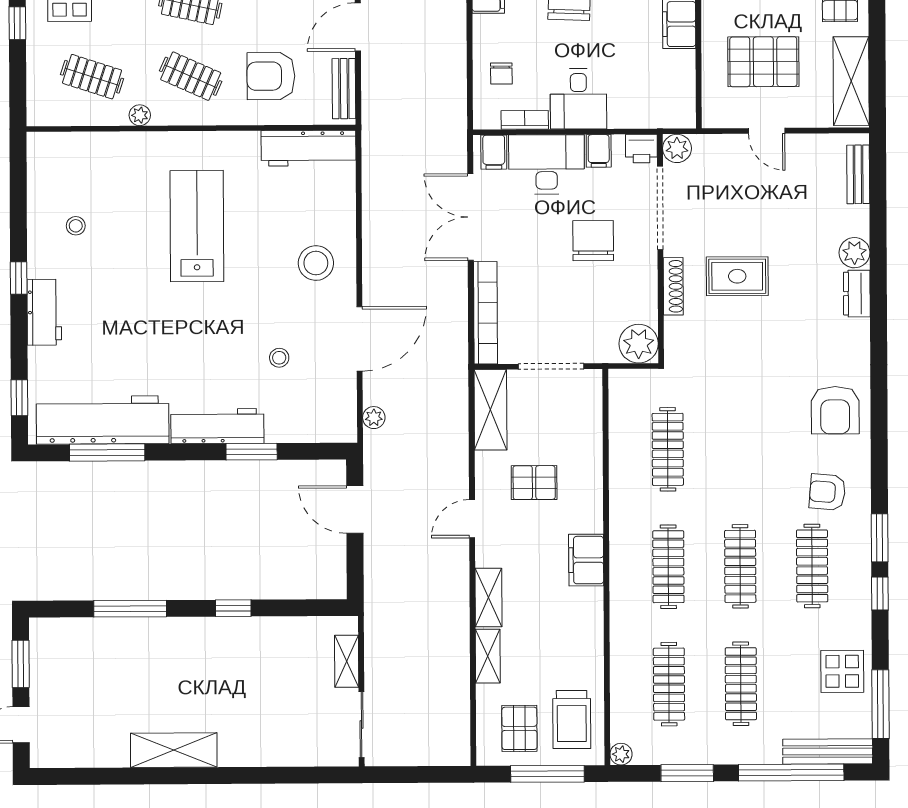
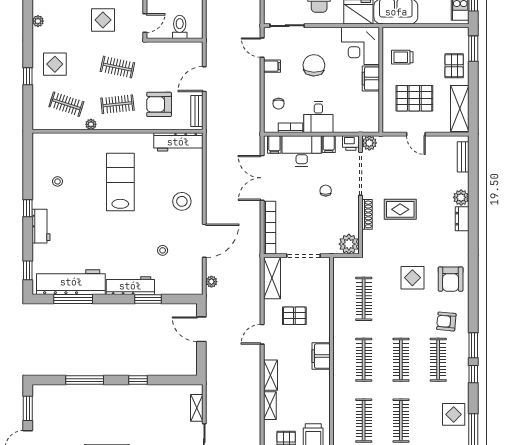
clothes rail: (191, 76) -> (117, 104), turned -30
chair: (593, 241) -> (326, 191), width x0.54, depth x0.54
display table: (762, 408) -> (412, 278), added

